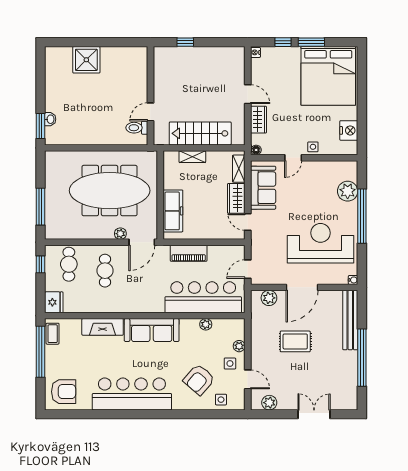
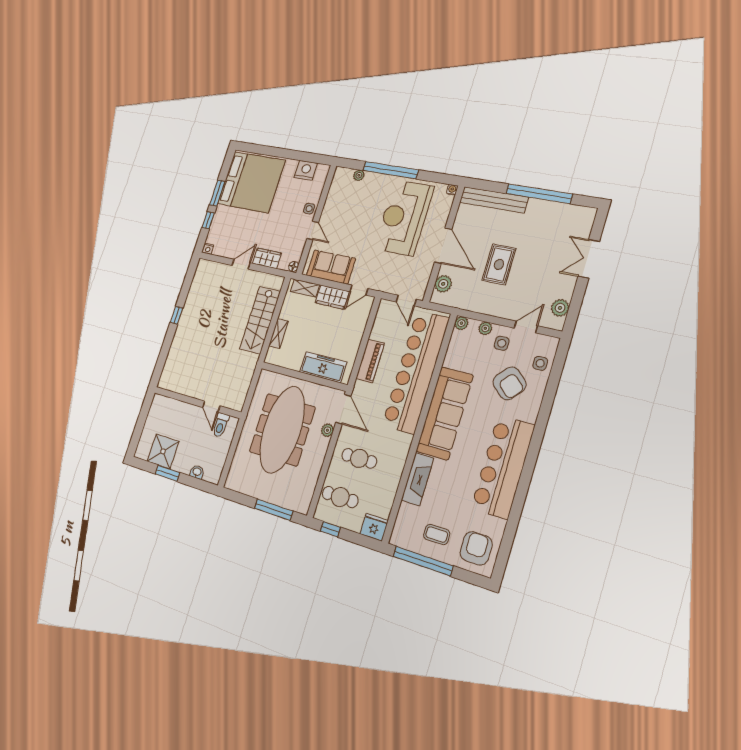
shower: (86, 60) -> (163, 451), moved
wall: (150, 96) -> (197, 402), moved
door: (150, 112) -> (211, 407), moved
window: (40, 126) -> (168, 473), moved
toilet: (137, 128) -> (221, 425), moved
plant: (348, 191) -> (359, 175), width x0.53, depth x0.53
bar counter: (203, 297) -> (416, 372), width x1.36
plant: (206, 324) -> (461, 323), moved
sofa: (152, 330) -> (445, 413), width x1.36, depth x1.27
coffee table: (53, 334) -> (437, 534), moved

